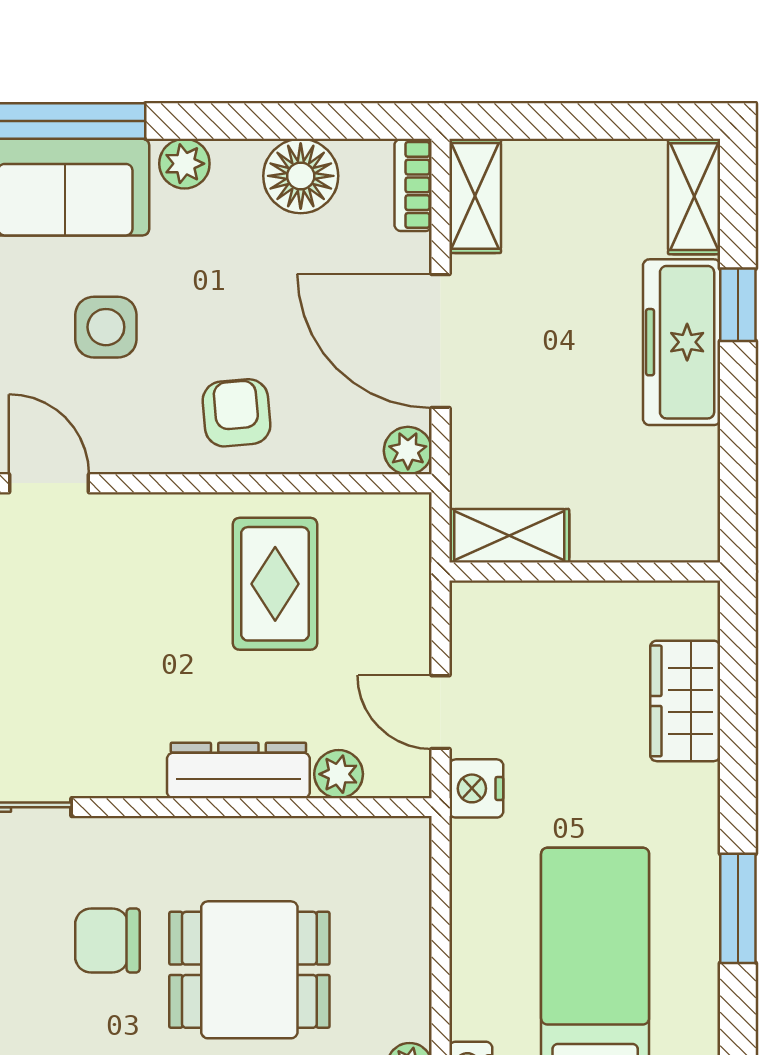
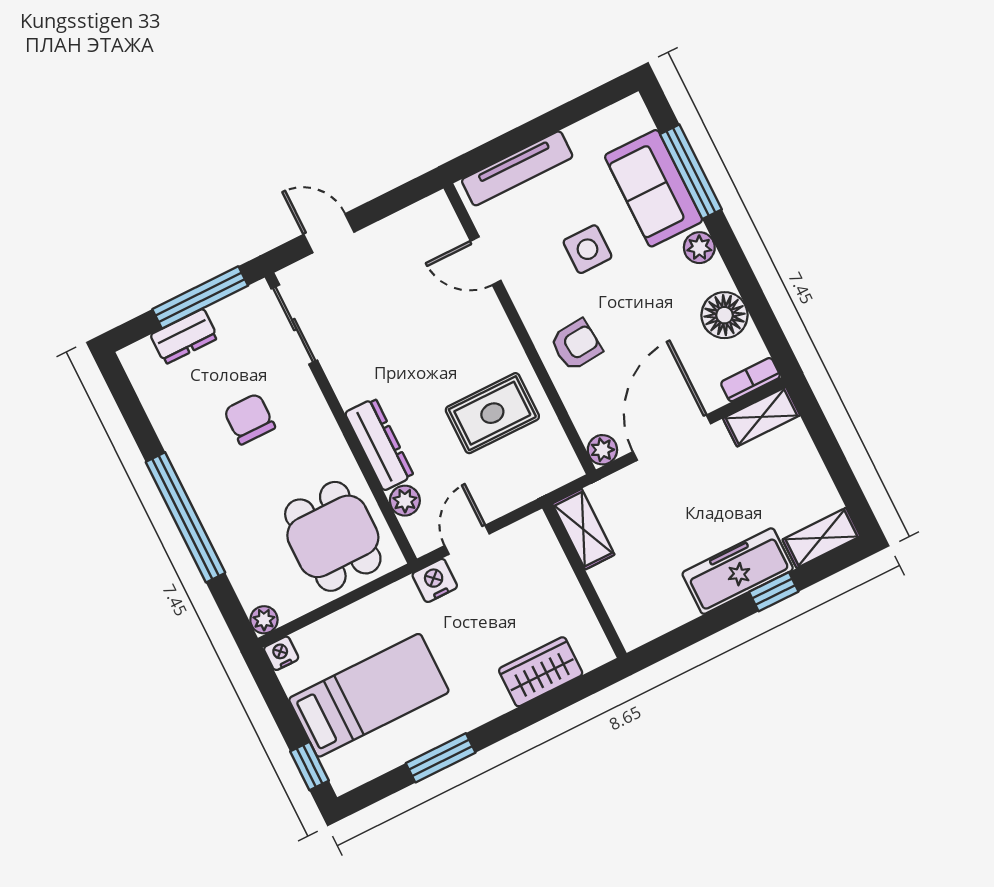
door: (49, 483) -> (486, 261), swing flipped
dining table: (249, 970) -> (333, 536), moved

